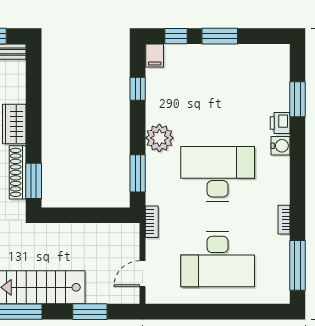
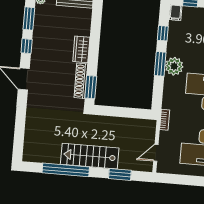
window: (138, 173) -> (160, 64), moved

